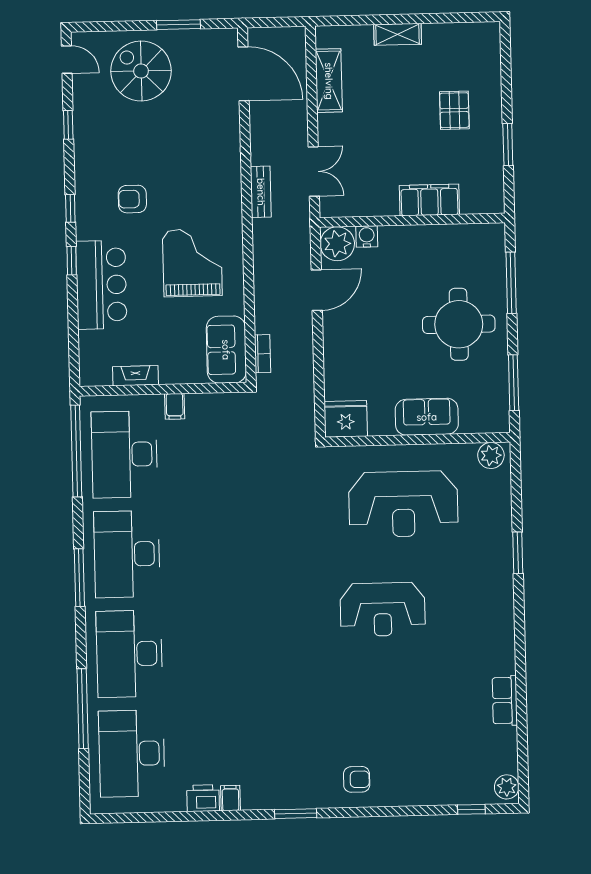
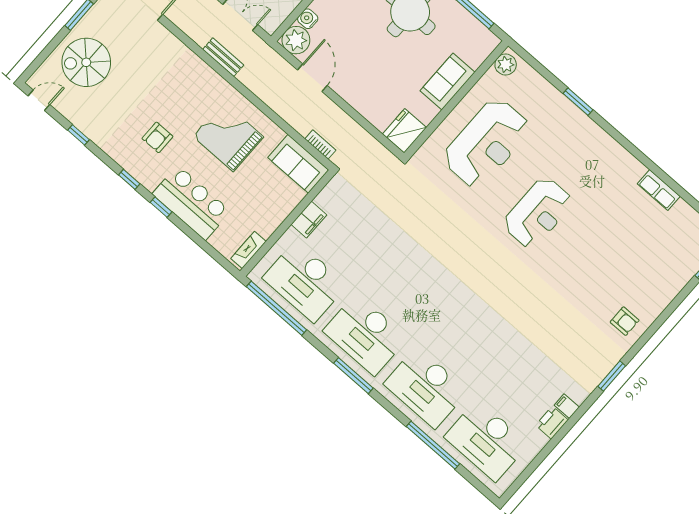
fireplace: (135, 376) -> (248, 250), moved
filing cabinet: (175, 406) -> (309, 220), width x2.00
armchair: (357, 779) -> (625, 321), turned 90

